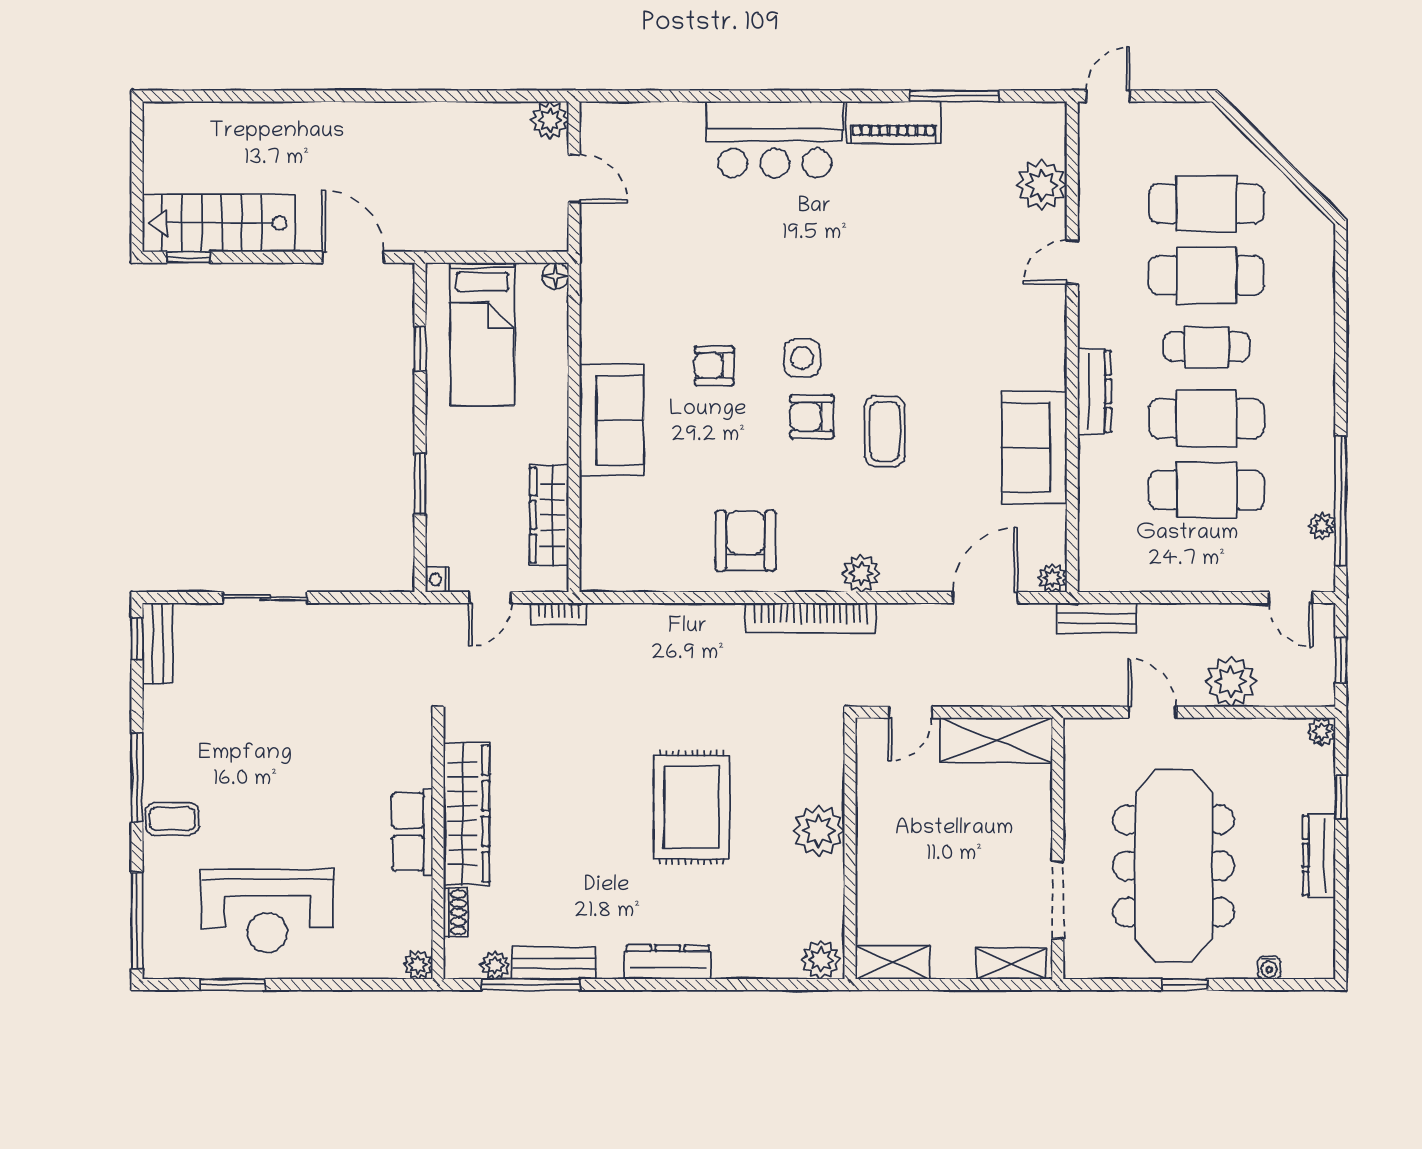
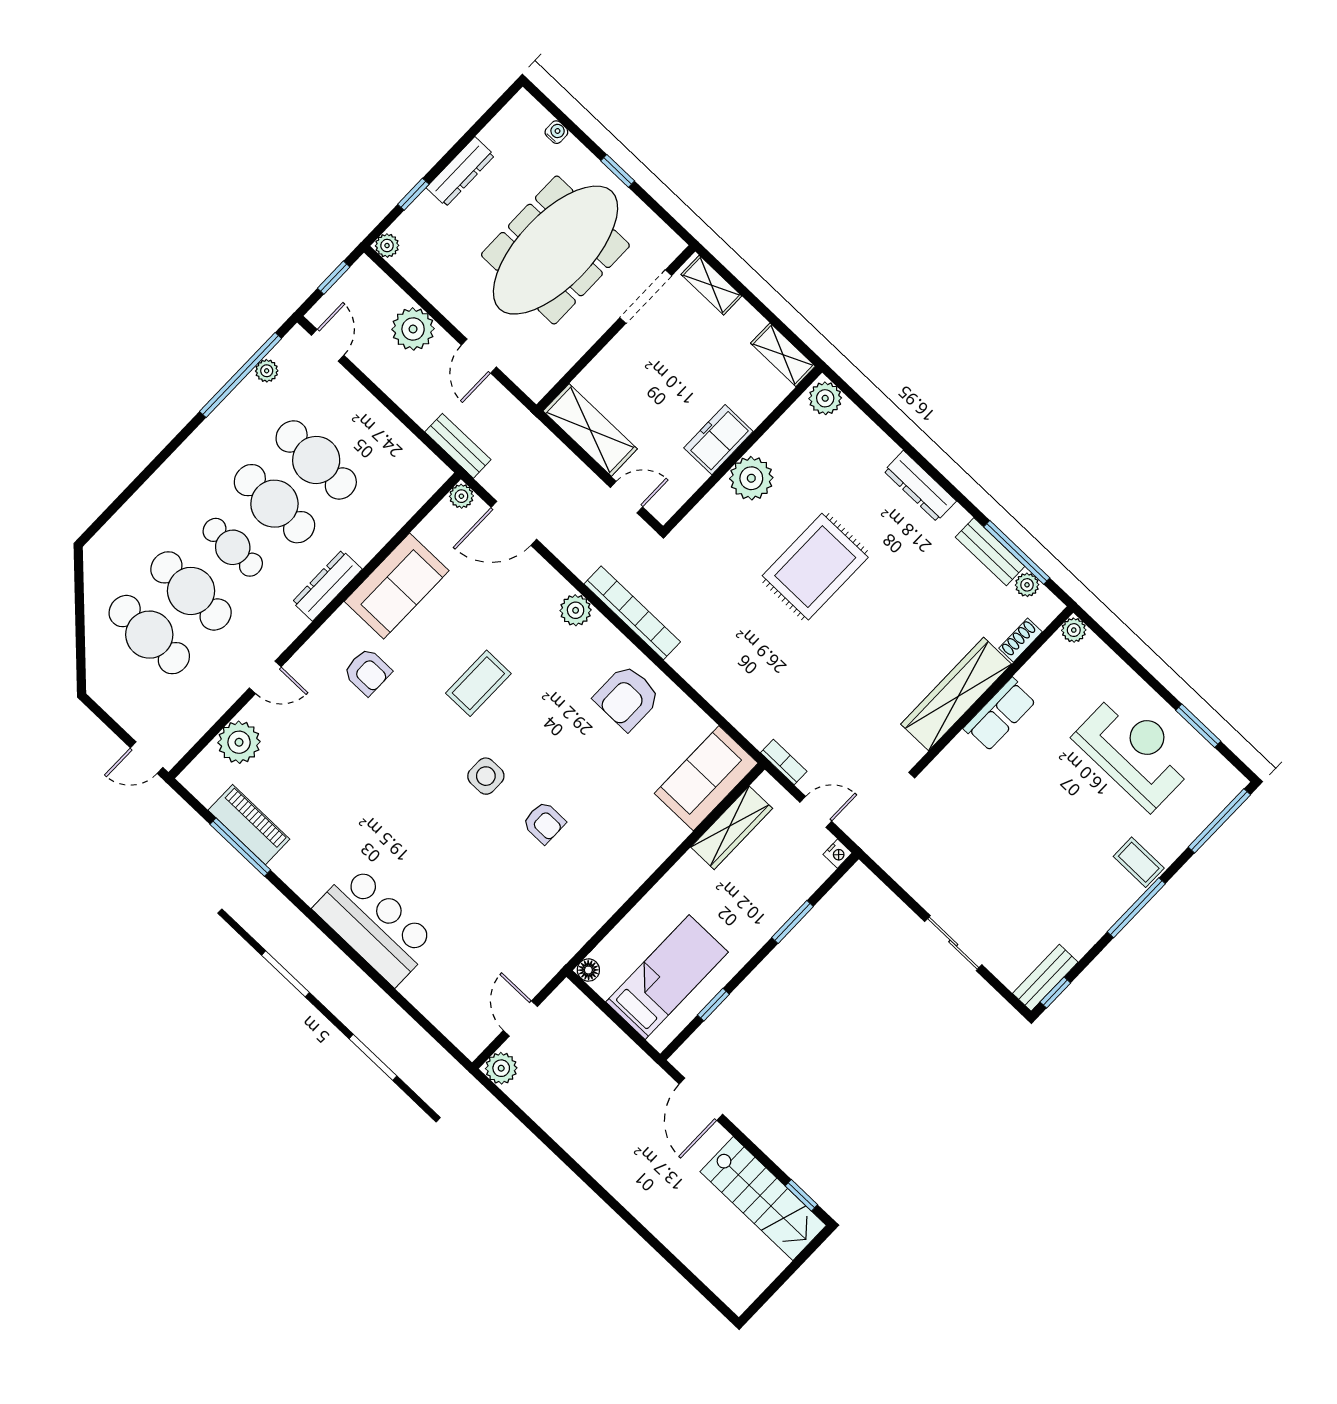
piano: (893, 122) -> (249, 825), moved
armchair: (812, 417) -> (367, 672), moved
sofa: (612, 420) -> (706, 778), moved
freezer: (878, 837) -> (718, 440), added

